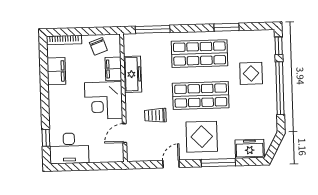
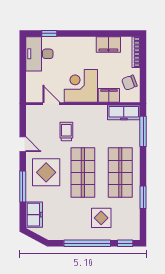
freezer: (133, 74) -> (124, 112), moved

